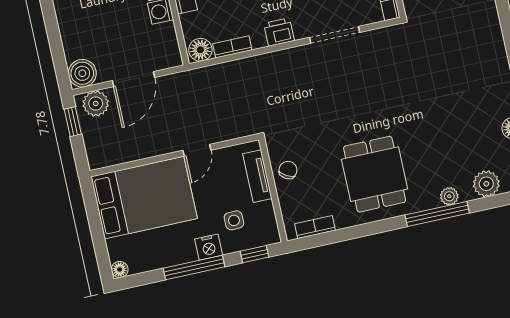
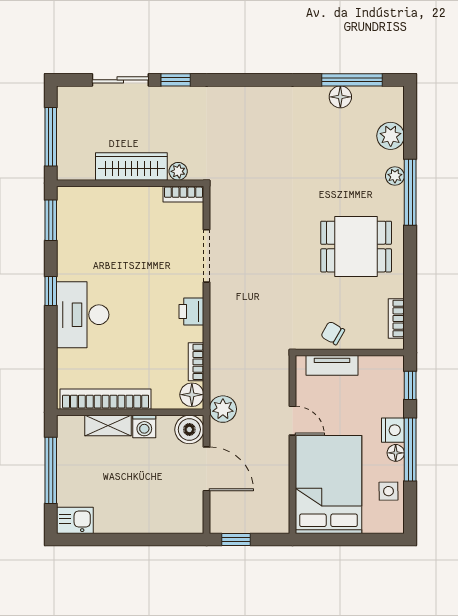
boiler: (82, 73) -> (189, 430), moved
plant: (96, 104) -> (223, 409), moved
side table: (234, 220) -> (388, 491), moved
floor lamp: (120, 269) -> (396, 453), moved

